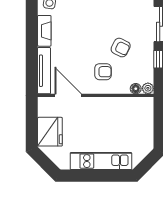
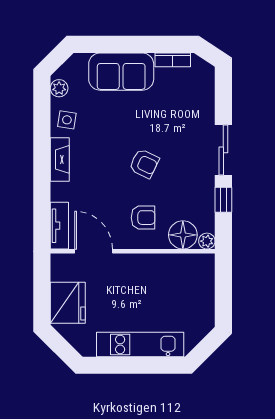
armchair: (121, 48) -> (144, 164), moved
tv unit: (44, 71) -> (59, 226), width x0.71
floor lamp: (136, 89) -> (183, 235), width x1.89, depth x1.89

